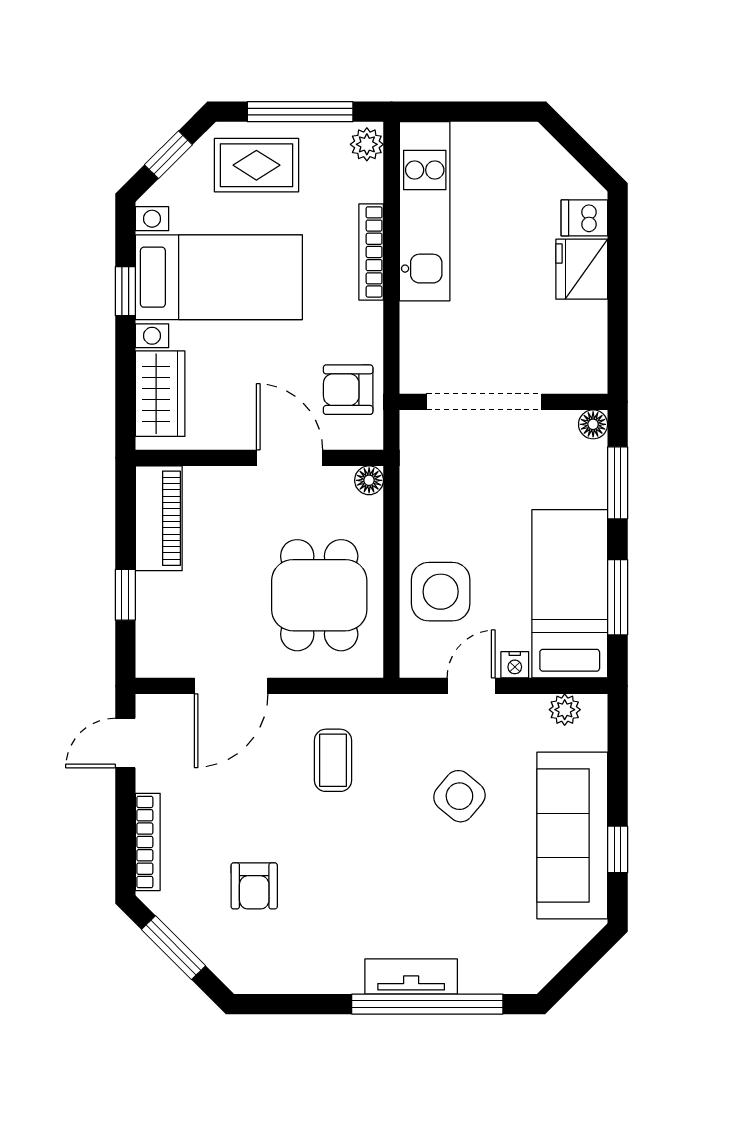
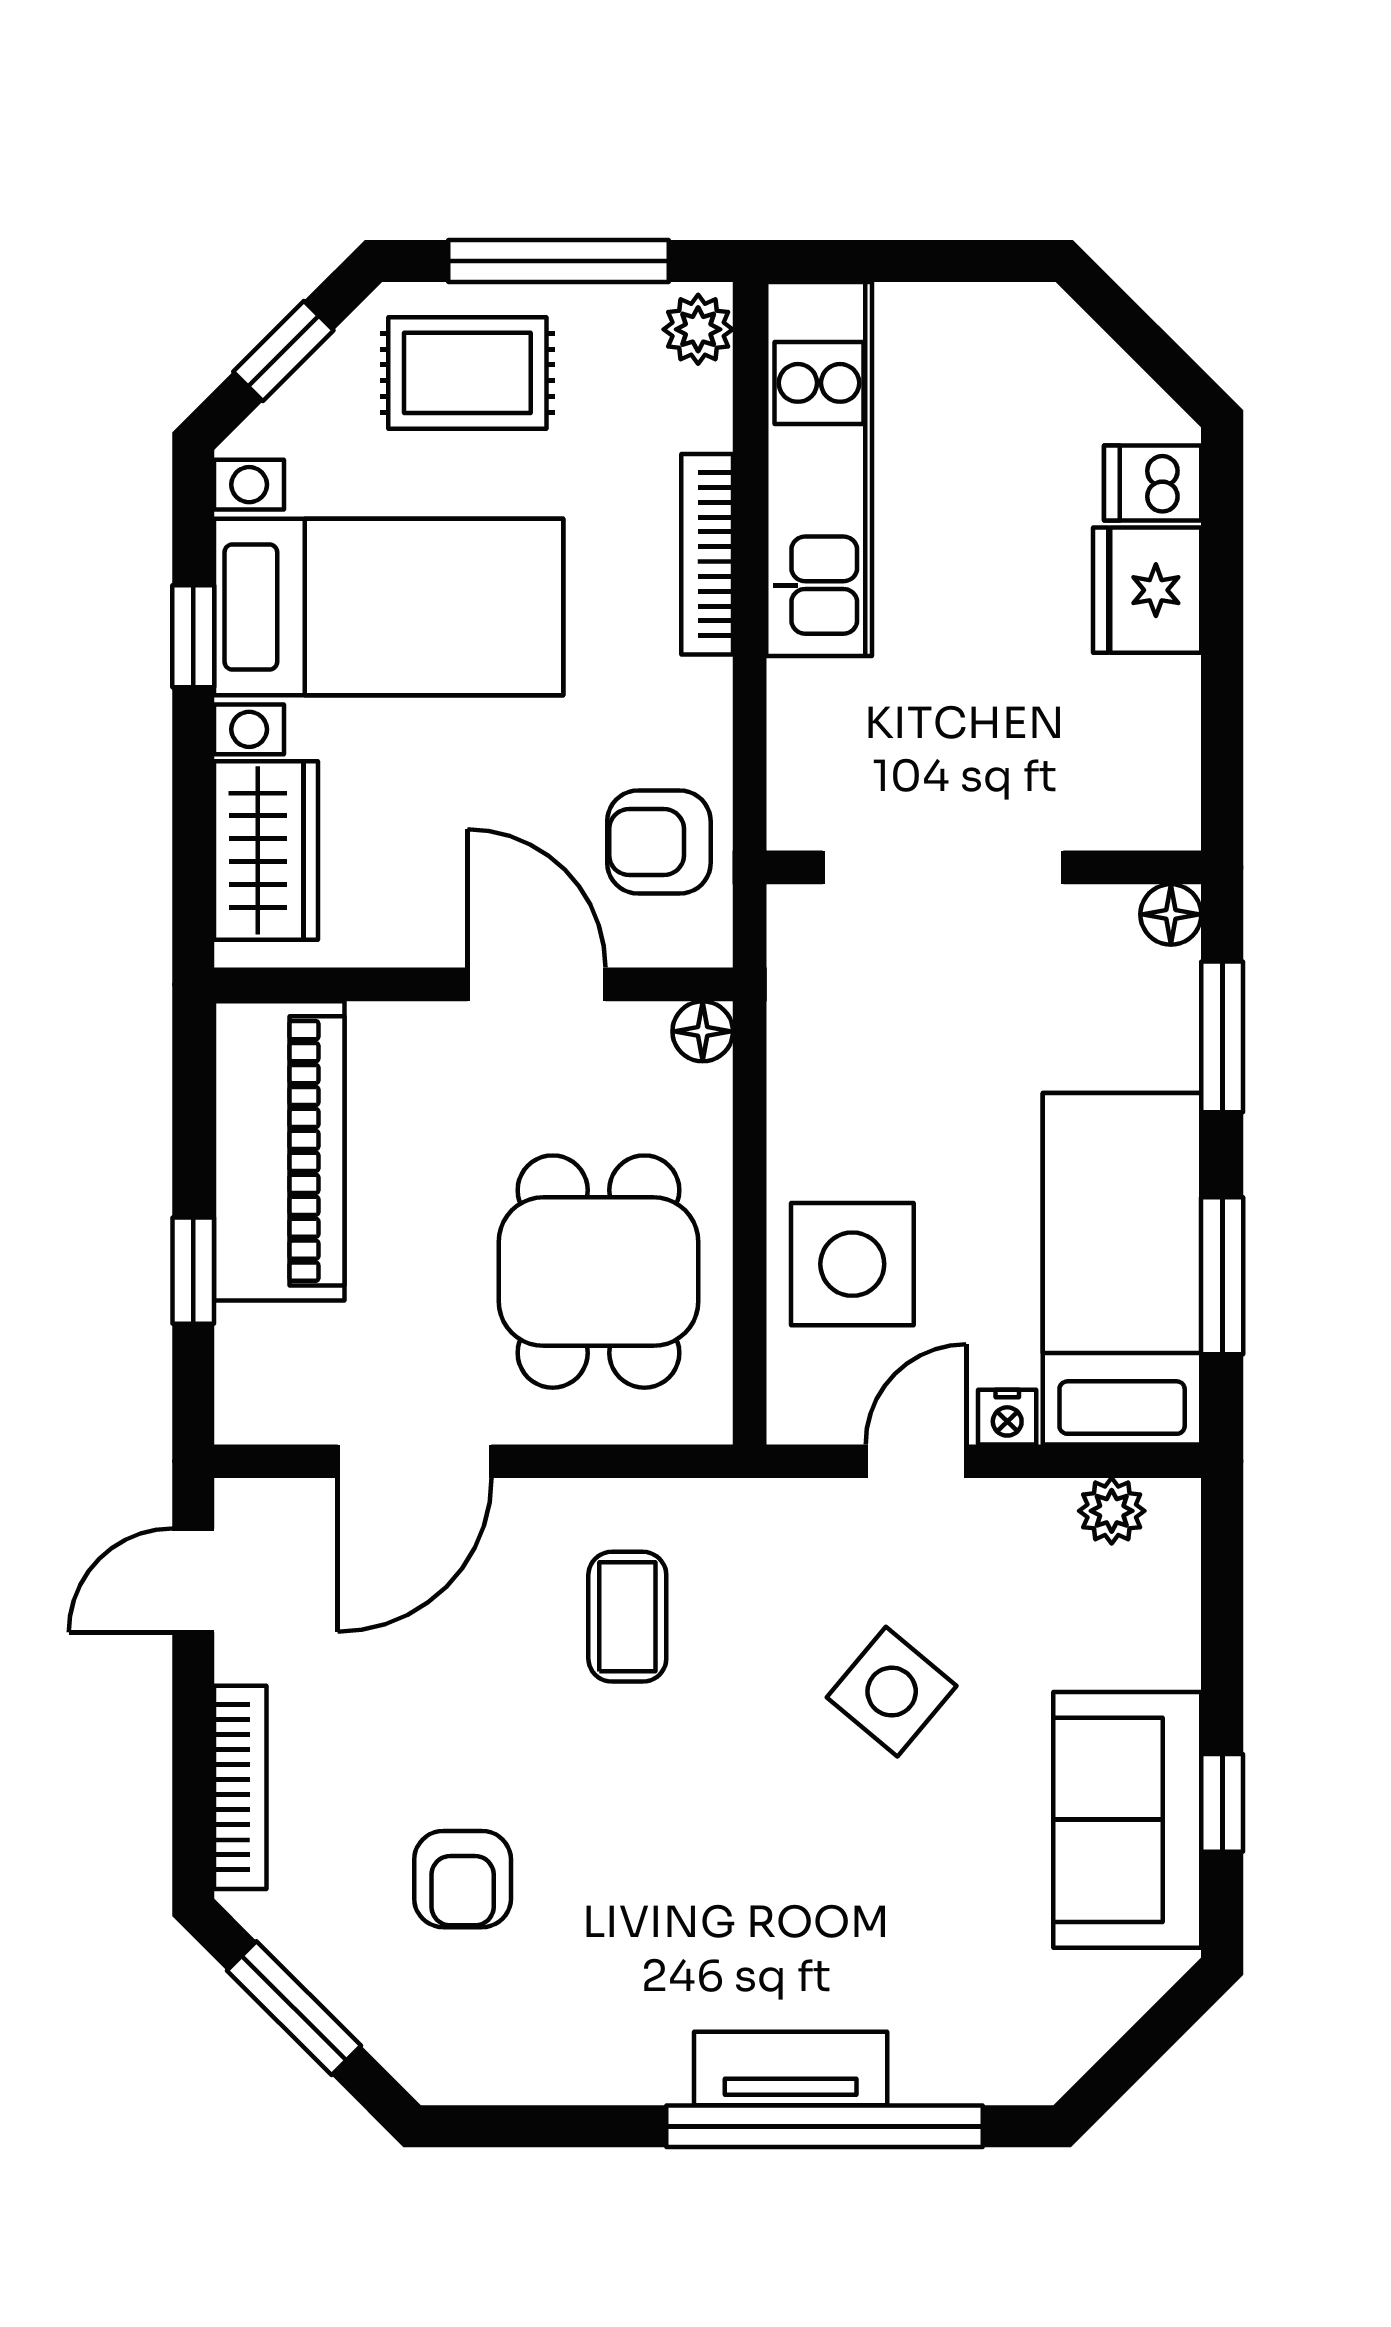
piano: (159, 518) -> (279, 1151), width x1.37, depth x1.33
sofa: (572, 835) -> (1127, 1820), width x0.73

